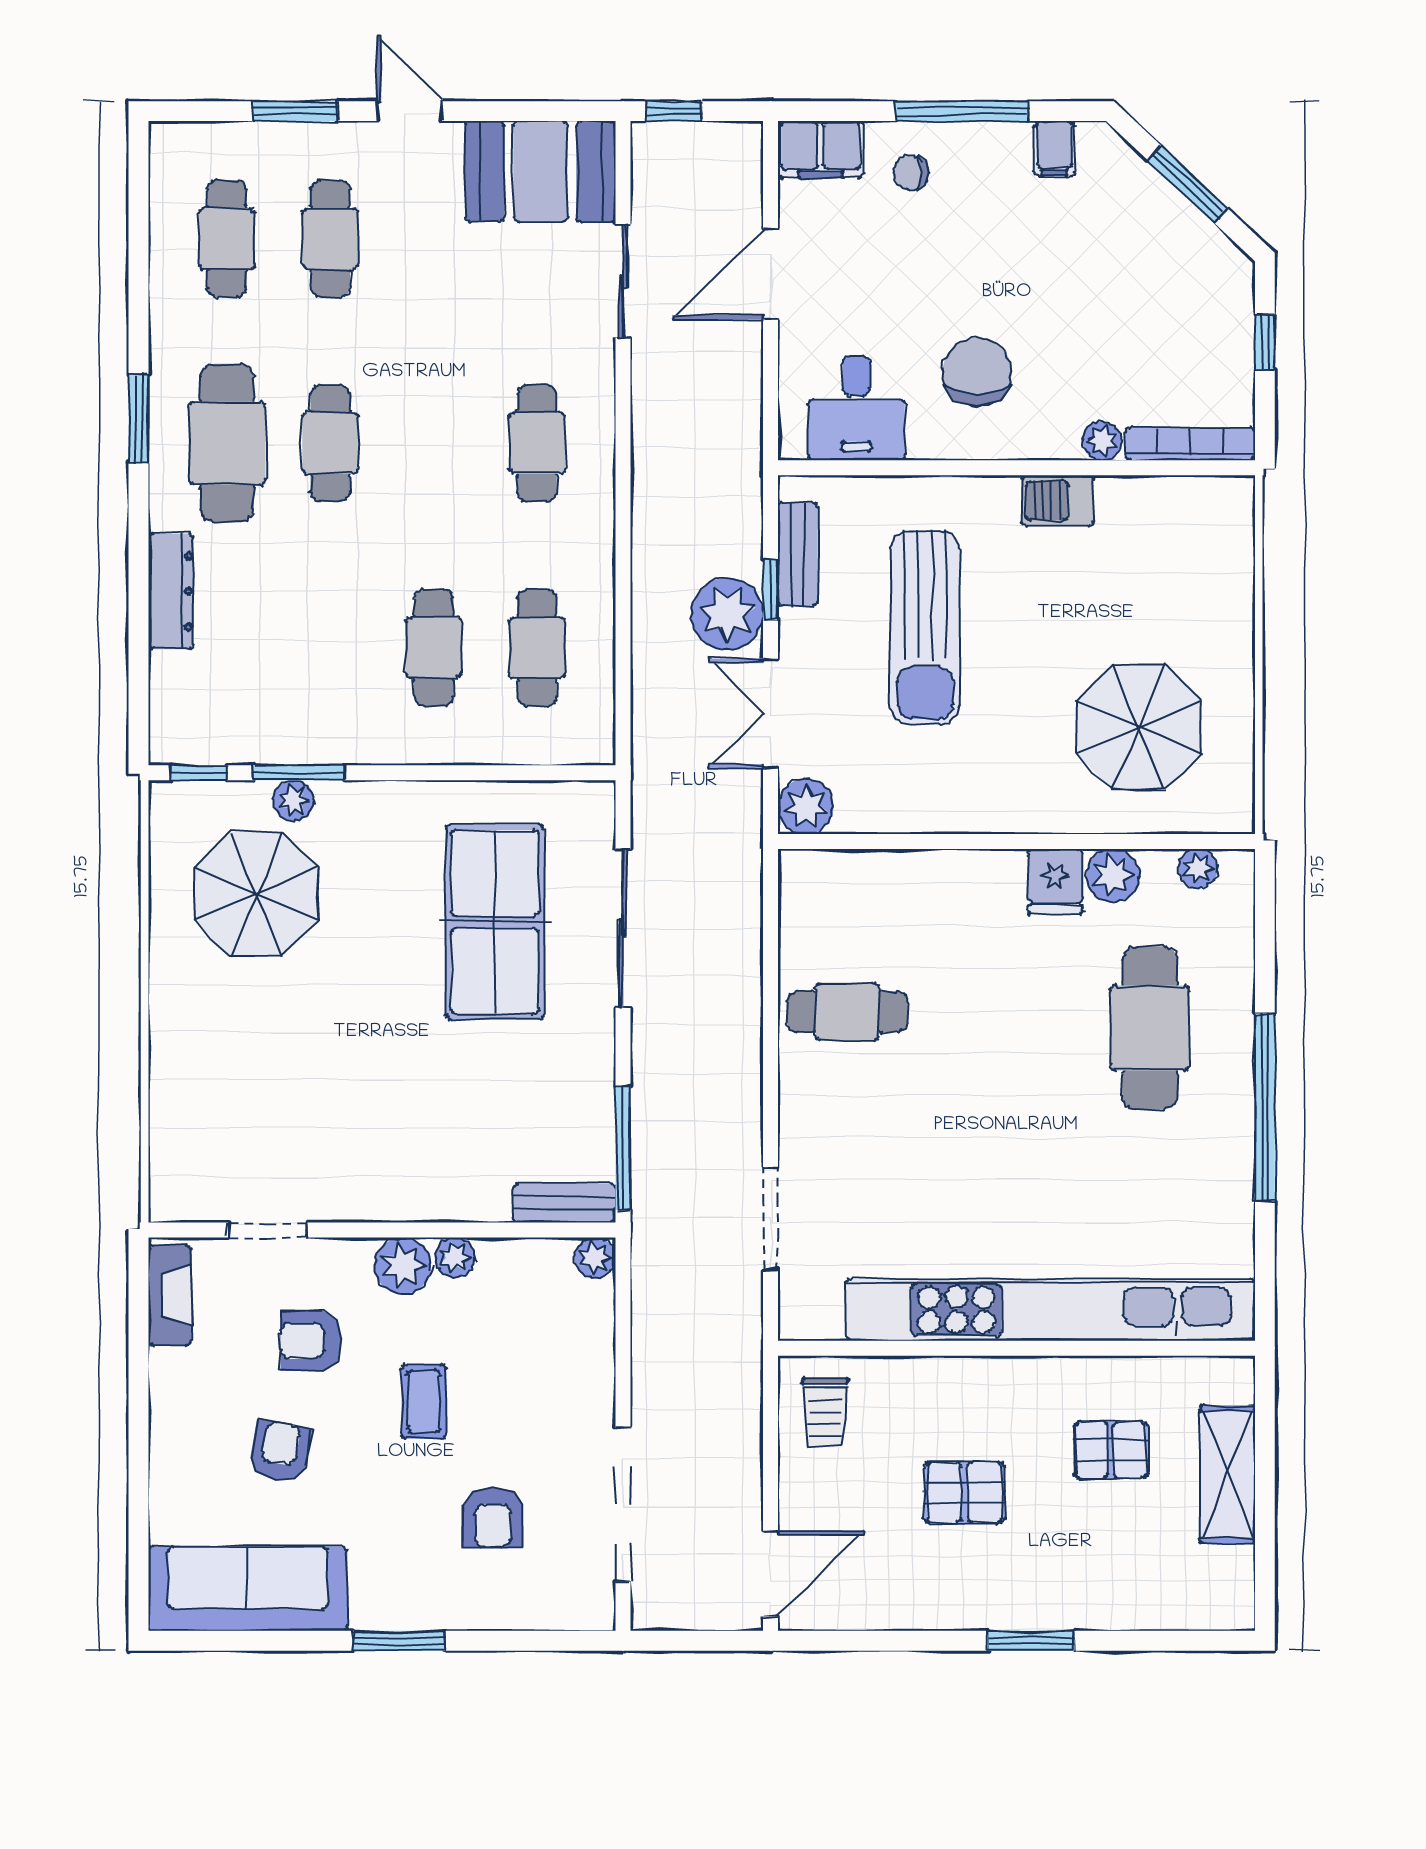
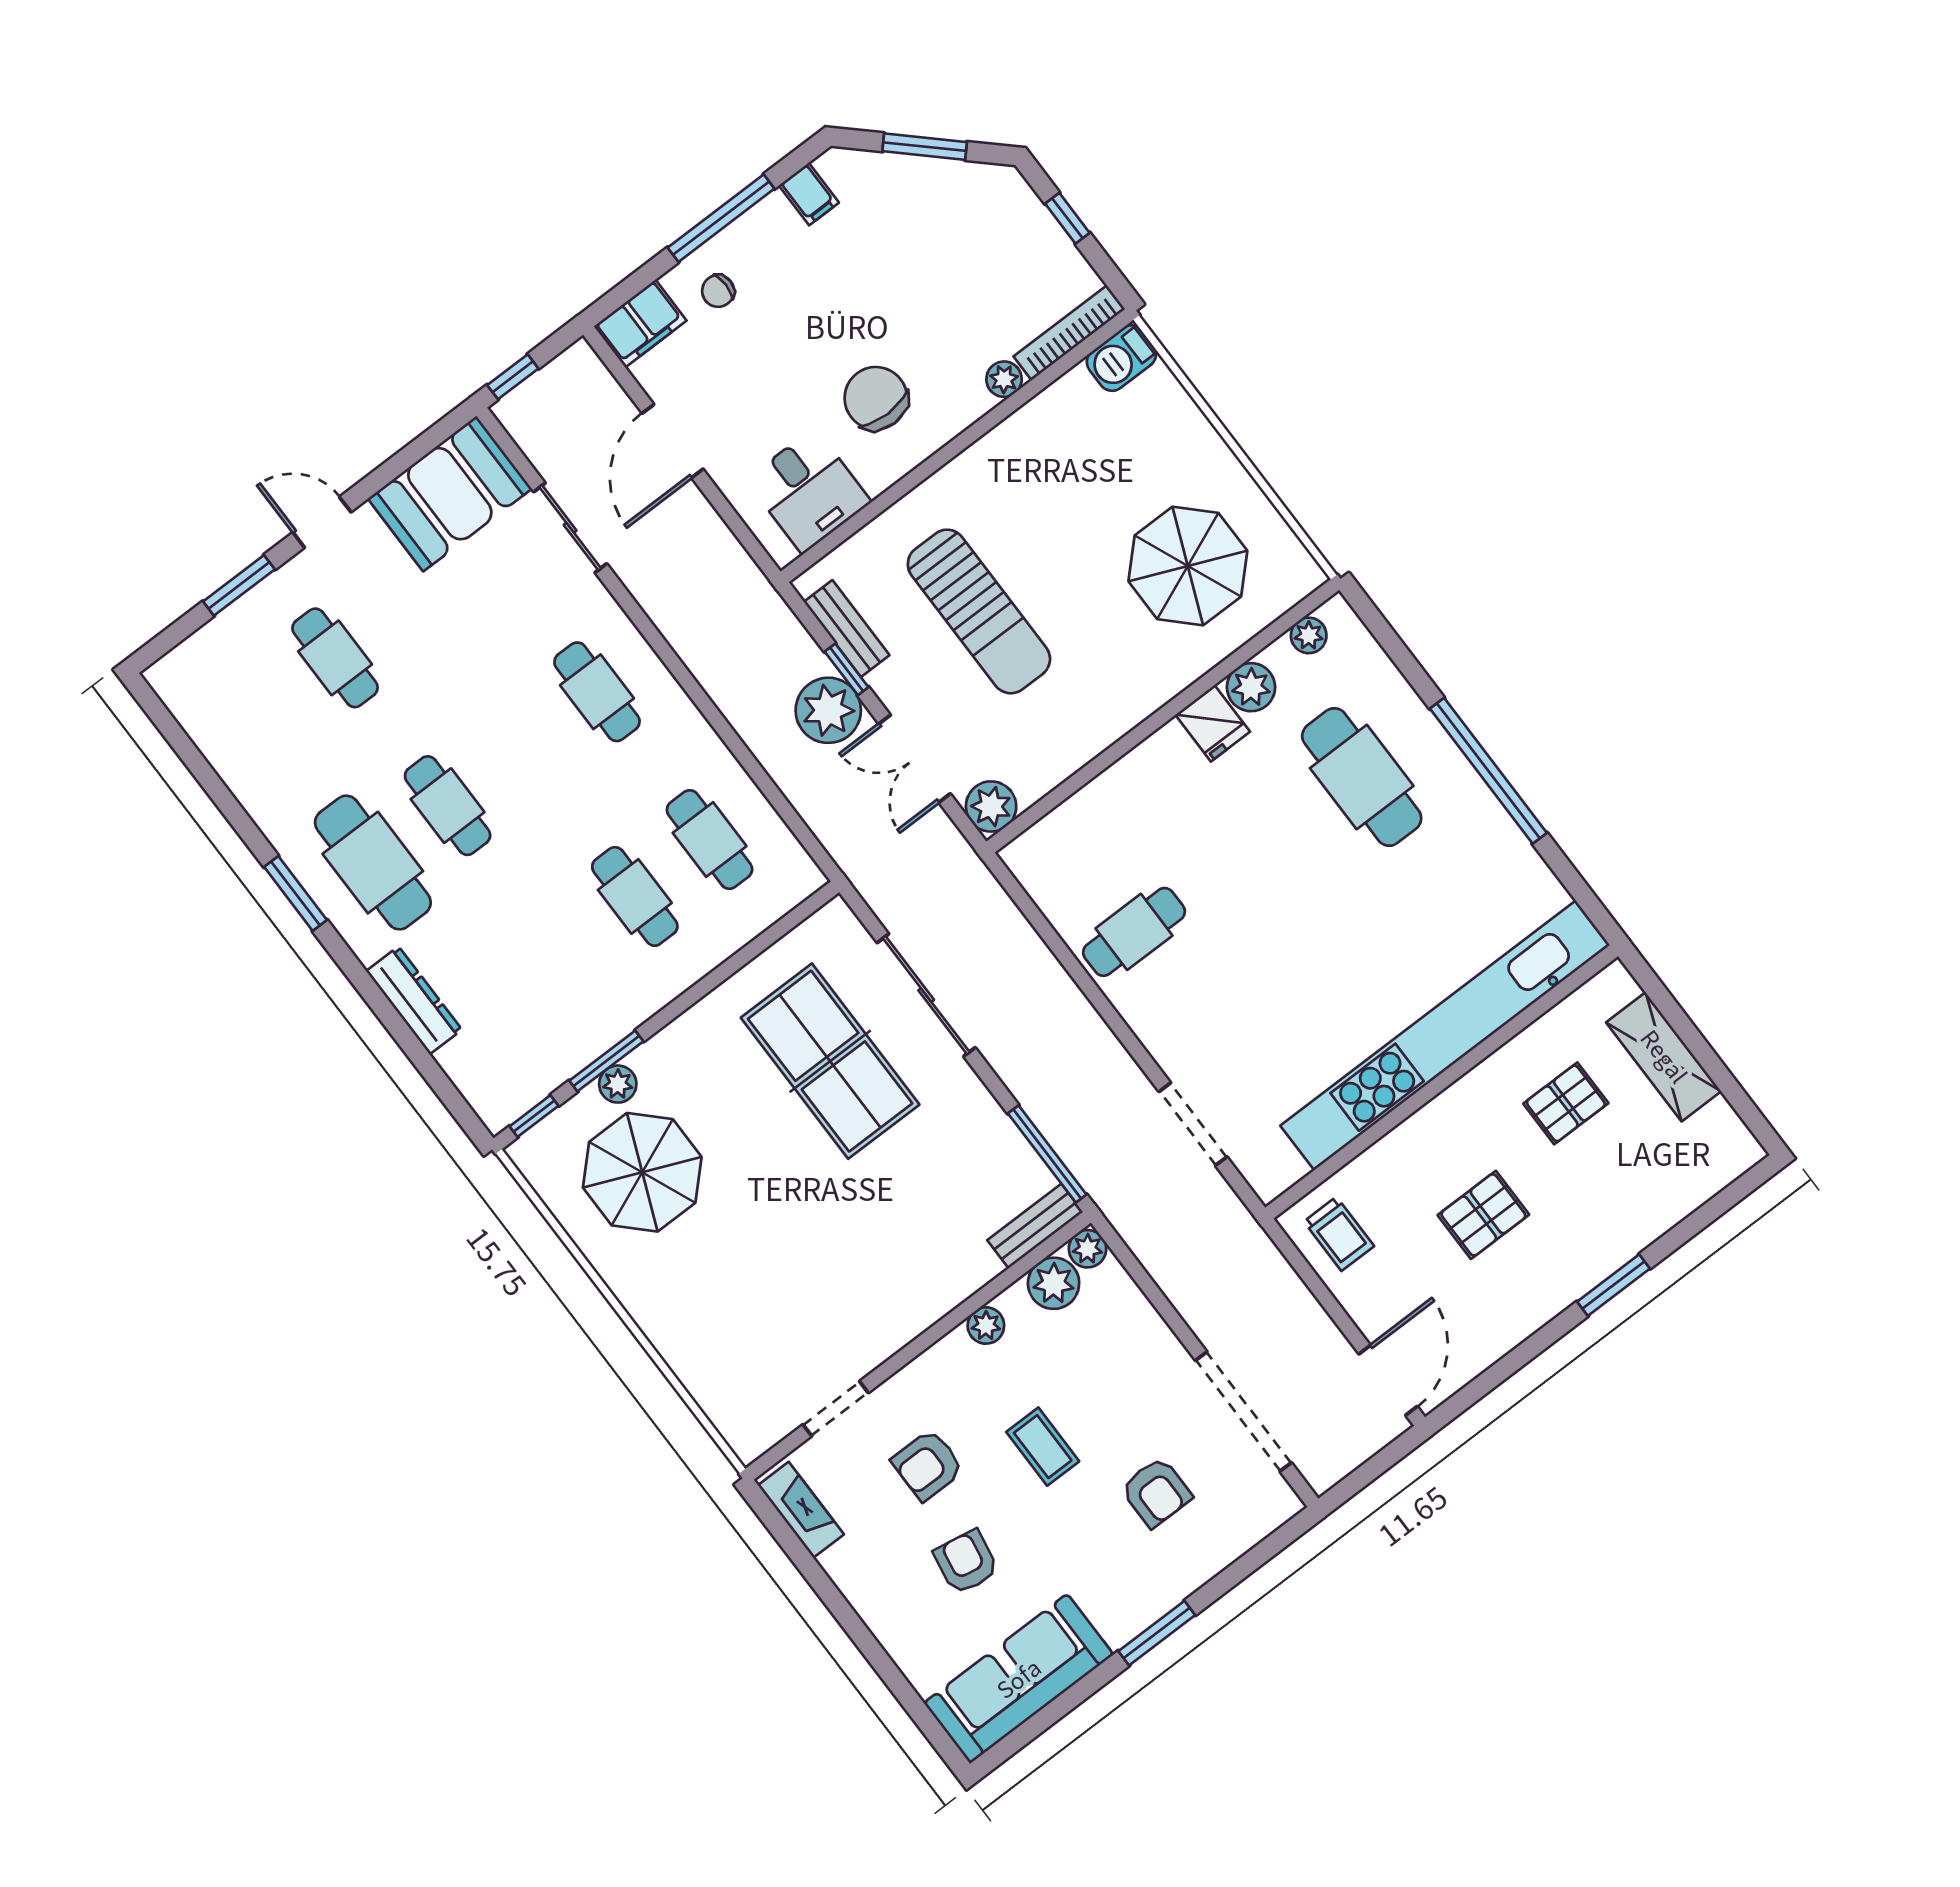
cafe table: (227, 239) -> (260, 715), removed
barbecue: (1058, 501) -> (1121, 358), moved
plant: (403, 1266) -> (1054, 1283), moved

